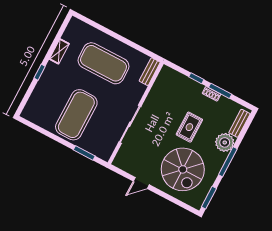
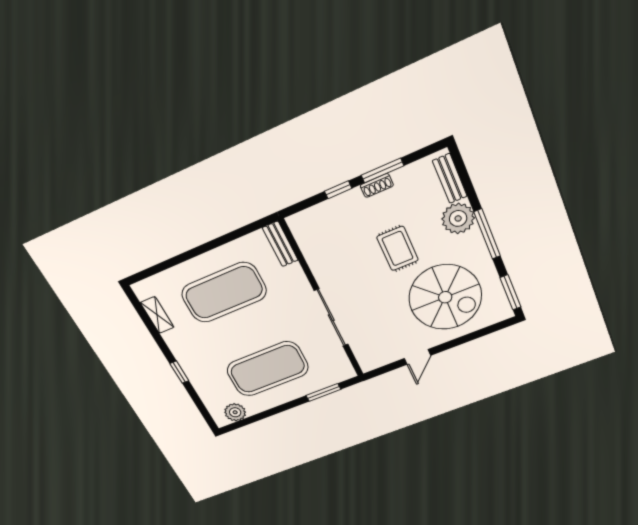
shelving: (59, 51) -> (157, 315), moved
exercise mat: (76, 115) -> (268, 369), turned 90
plant: (37, 117) -> (235, 412), added

